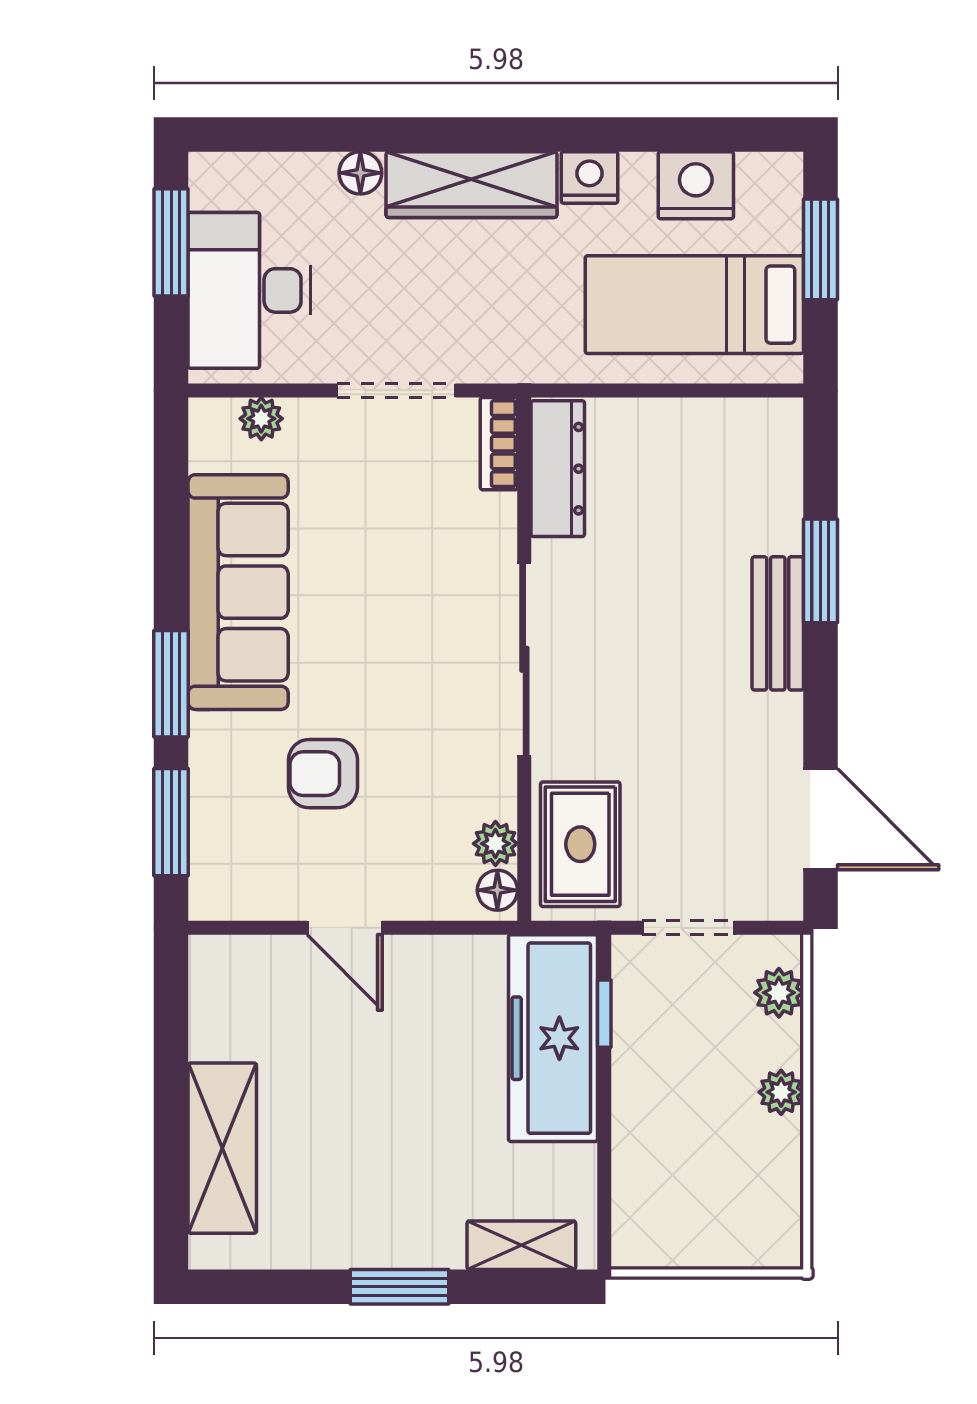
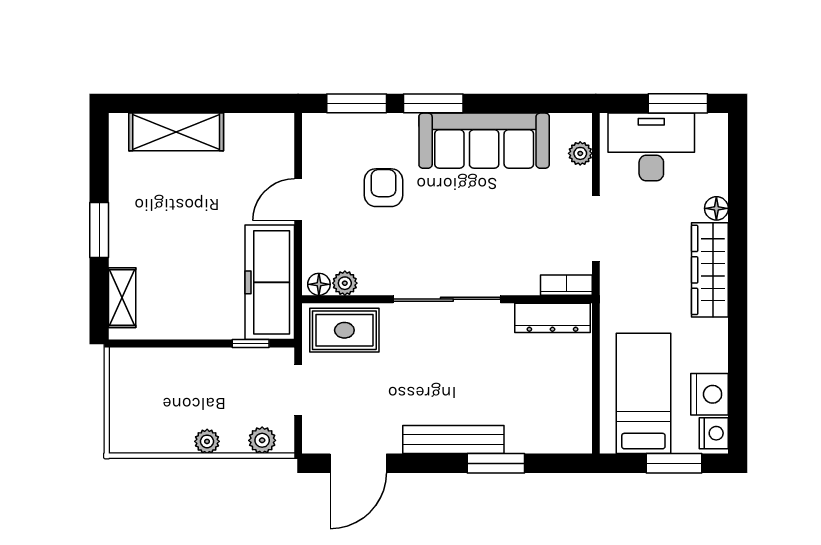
nightstand: (589, 177) -> (714, 433), moved
bench: (778, 623) -> (453, 440), width x1.36
freezer: (553, 1038) -> (270, 282), moved, turned -90

